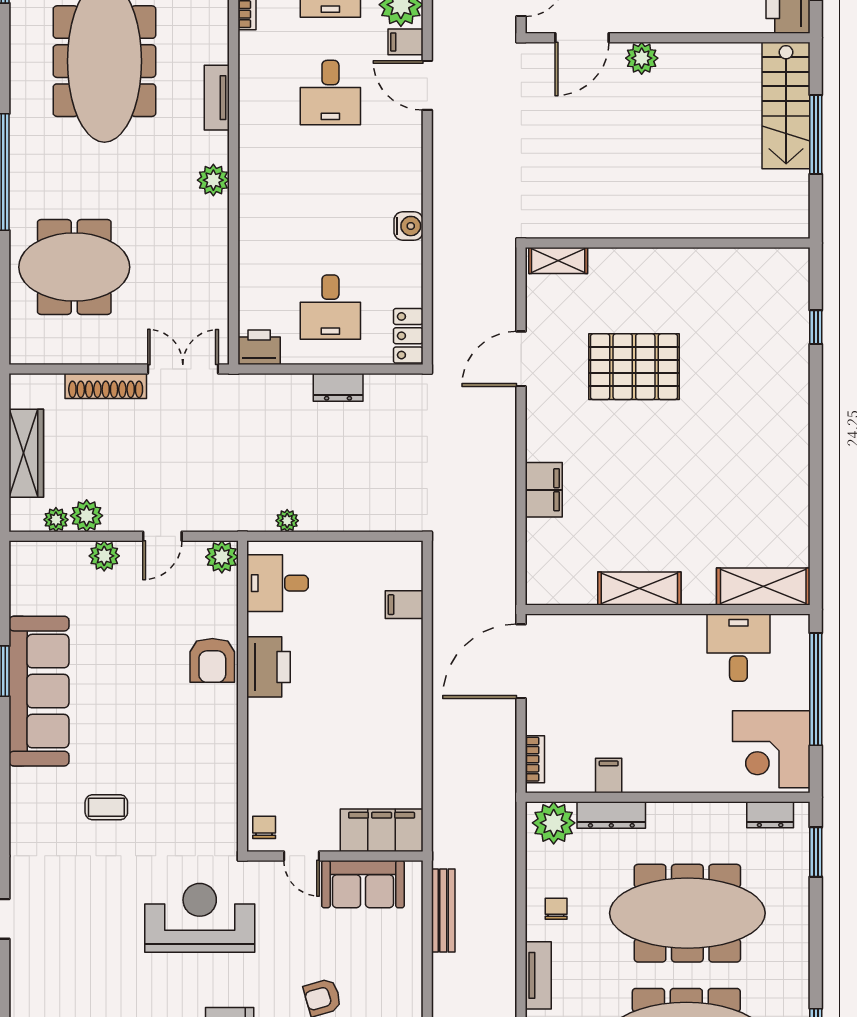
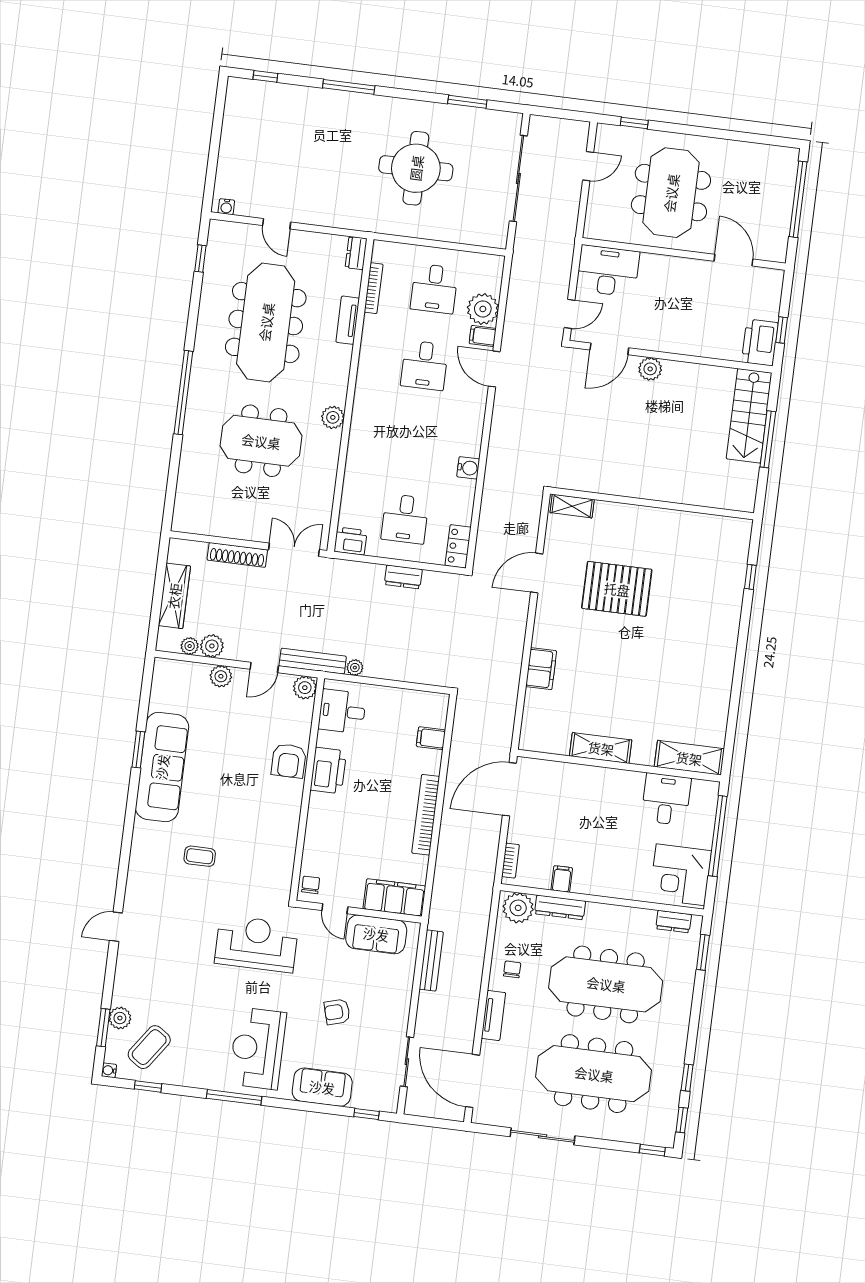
tv unit: (217, 98) -> (348, 320), moved
meeting table: (74, 267) -> (261, 441), moved
bench: (228, 519) -> (313, 661), added
bookcase: (410, 711) -> (426, 815), added

